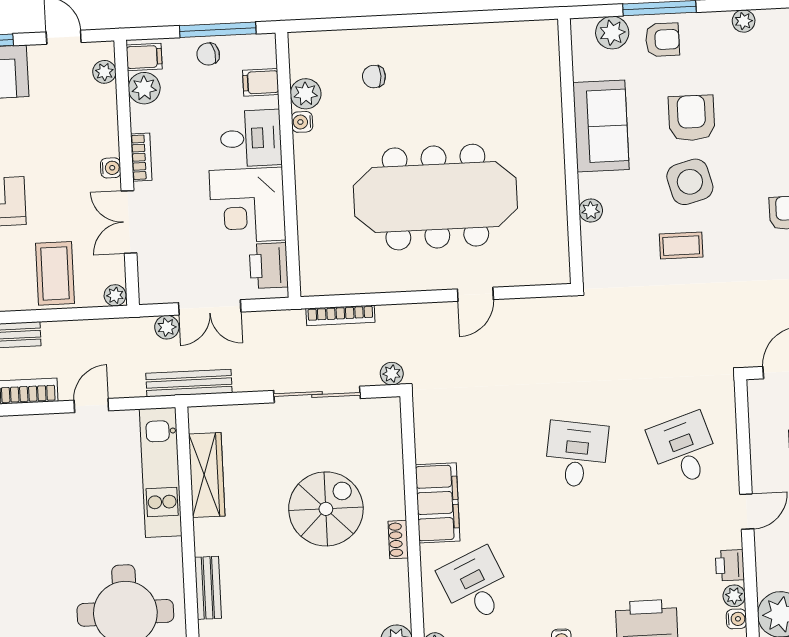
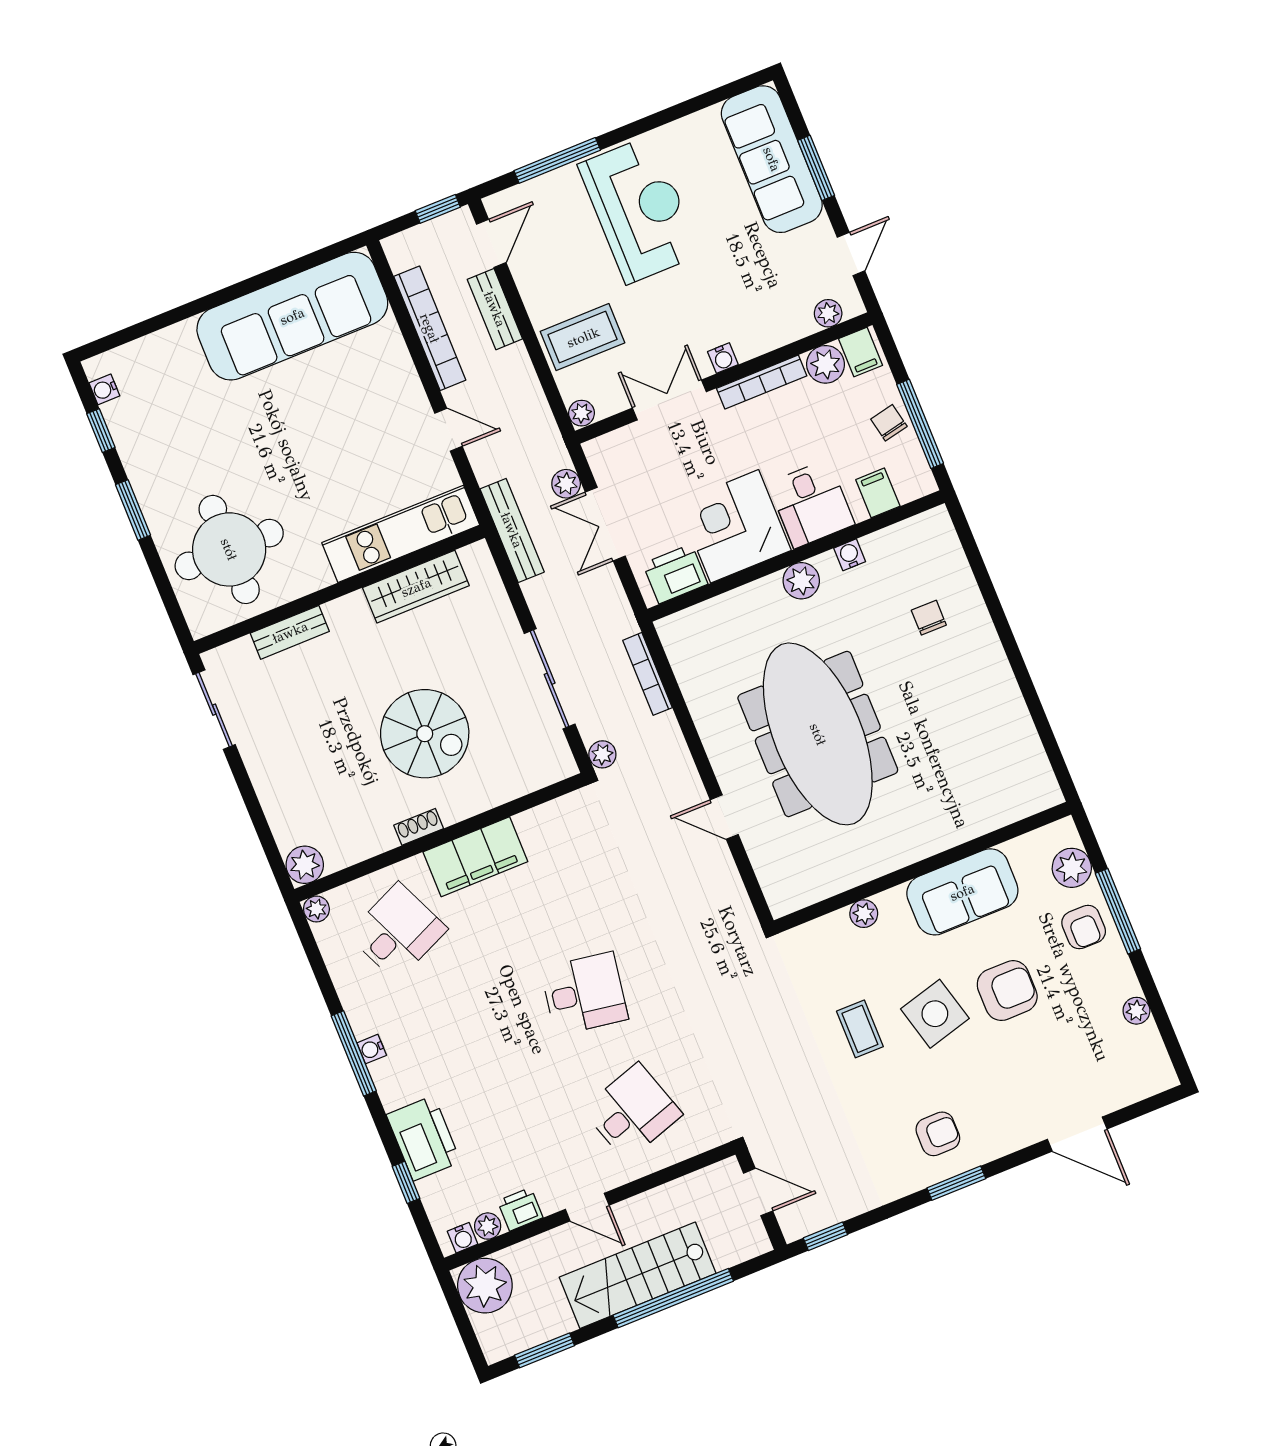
plant: (306, 94) -> (801, 581), moved
bookcase: (141, 157) -> (762, 382), width x1.56

